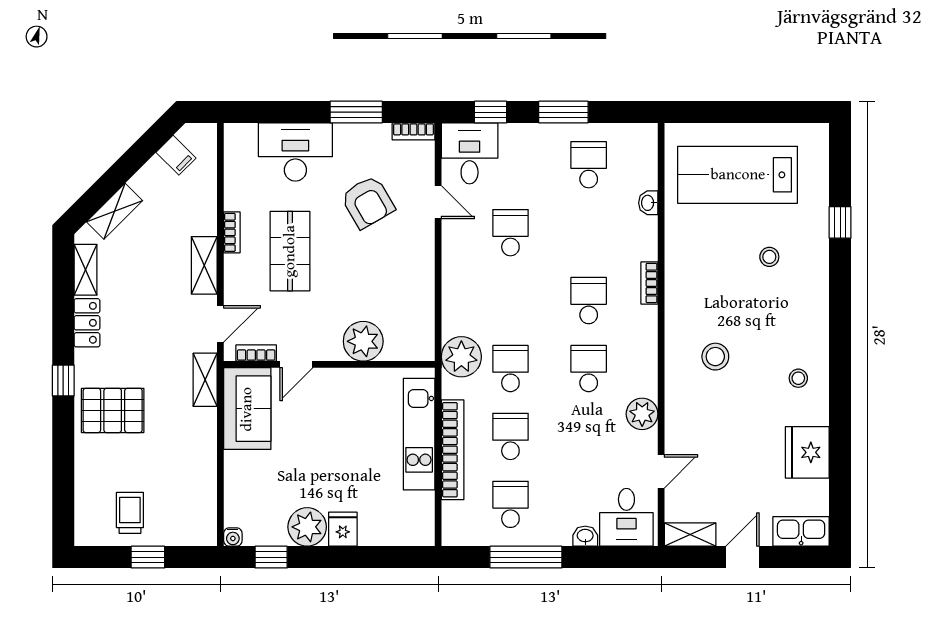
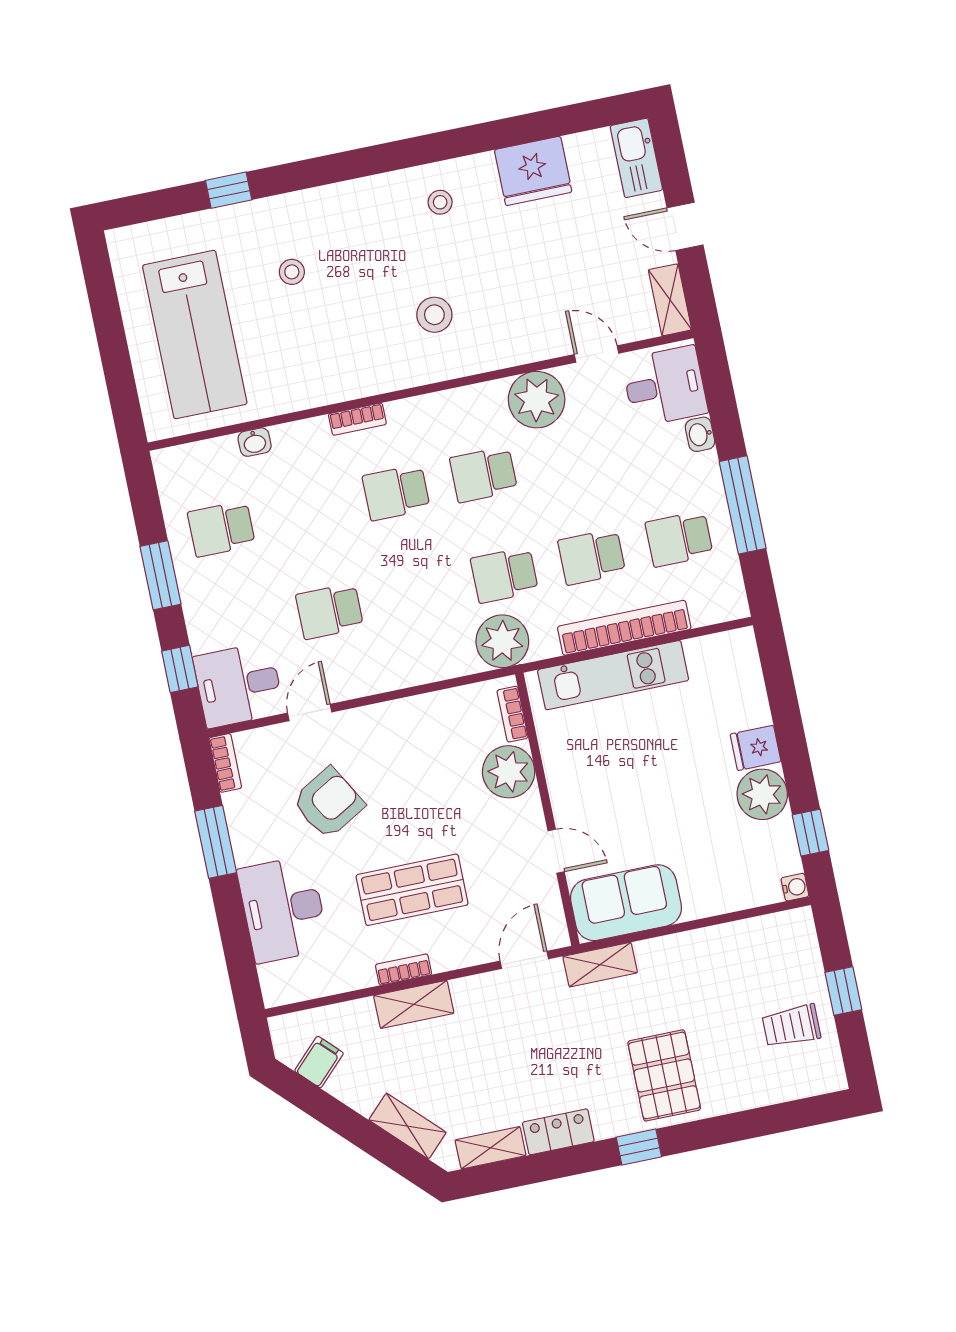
shelving: (204, 265) -> (414, 1004), moved
door: (220, 324) -> (524, 960), hinge flipped
bookcase: (256, 353) -> (512, 714), moved
plant: (642, 414) -> (537, 400), width x1.36, depth x1.36

